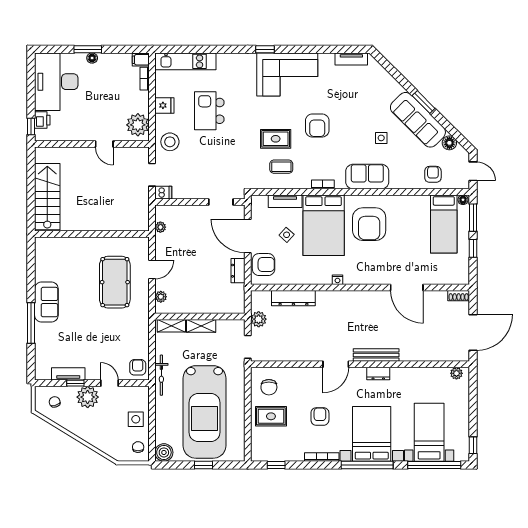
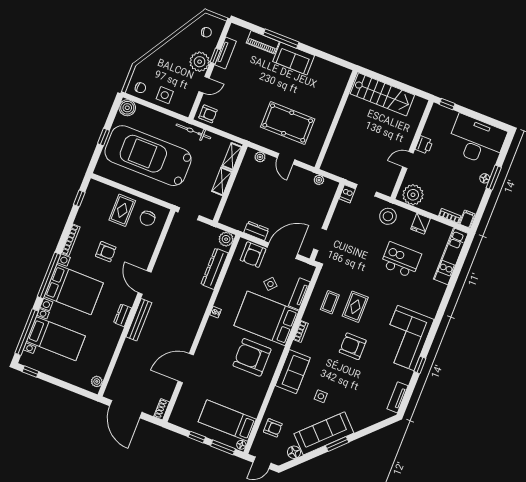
window: (265, 49) -> (420, 365), moved
printer: (42, 120) -> (424, 145), moved, turned -90
plant: (259, 319) -> (226, 239), moved
piano: (42, 340) -> (263, 42), added
chair: (269, 387) -> (147, 218), turned -90

